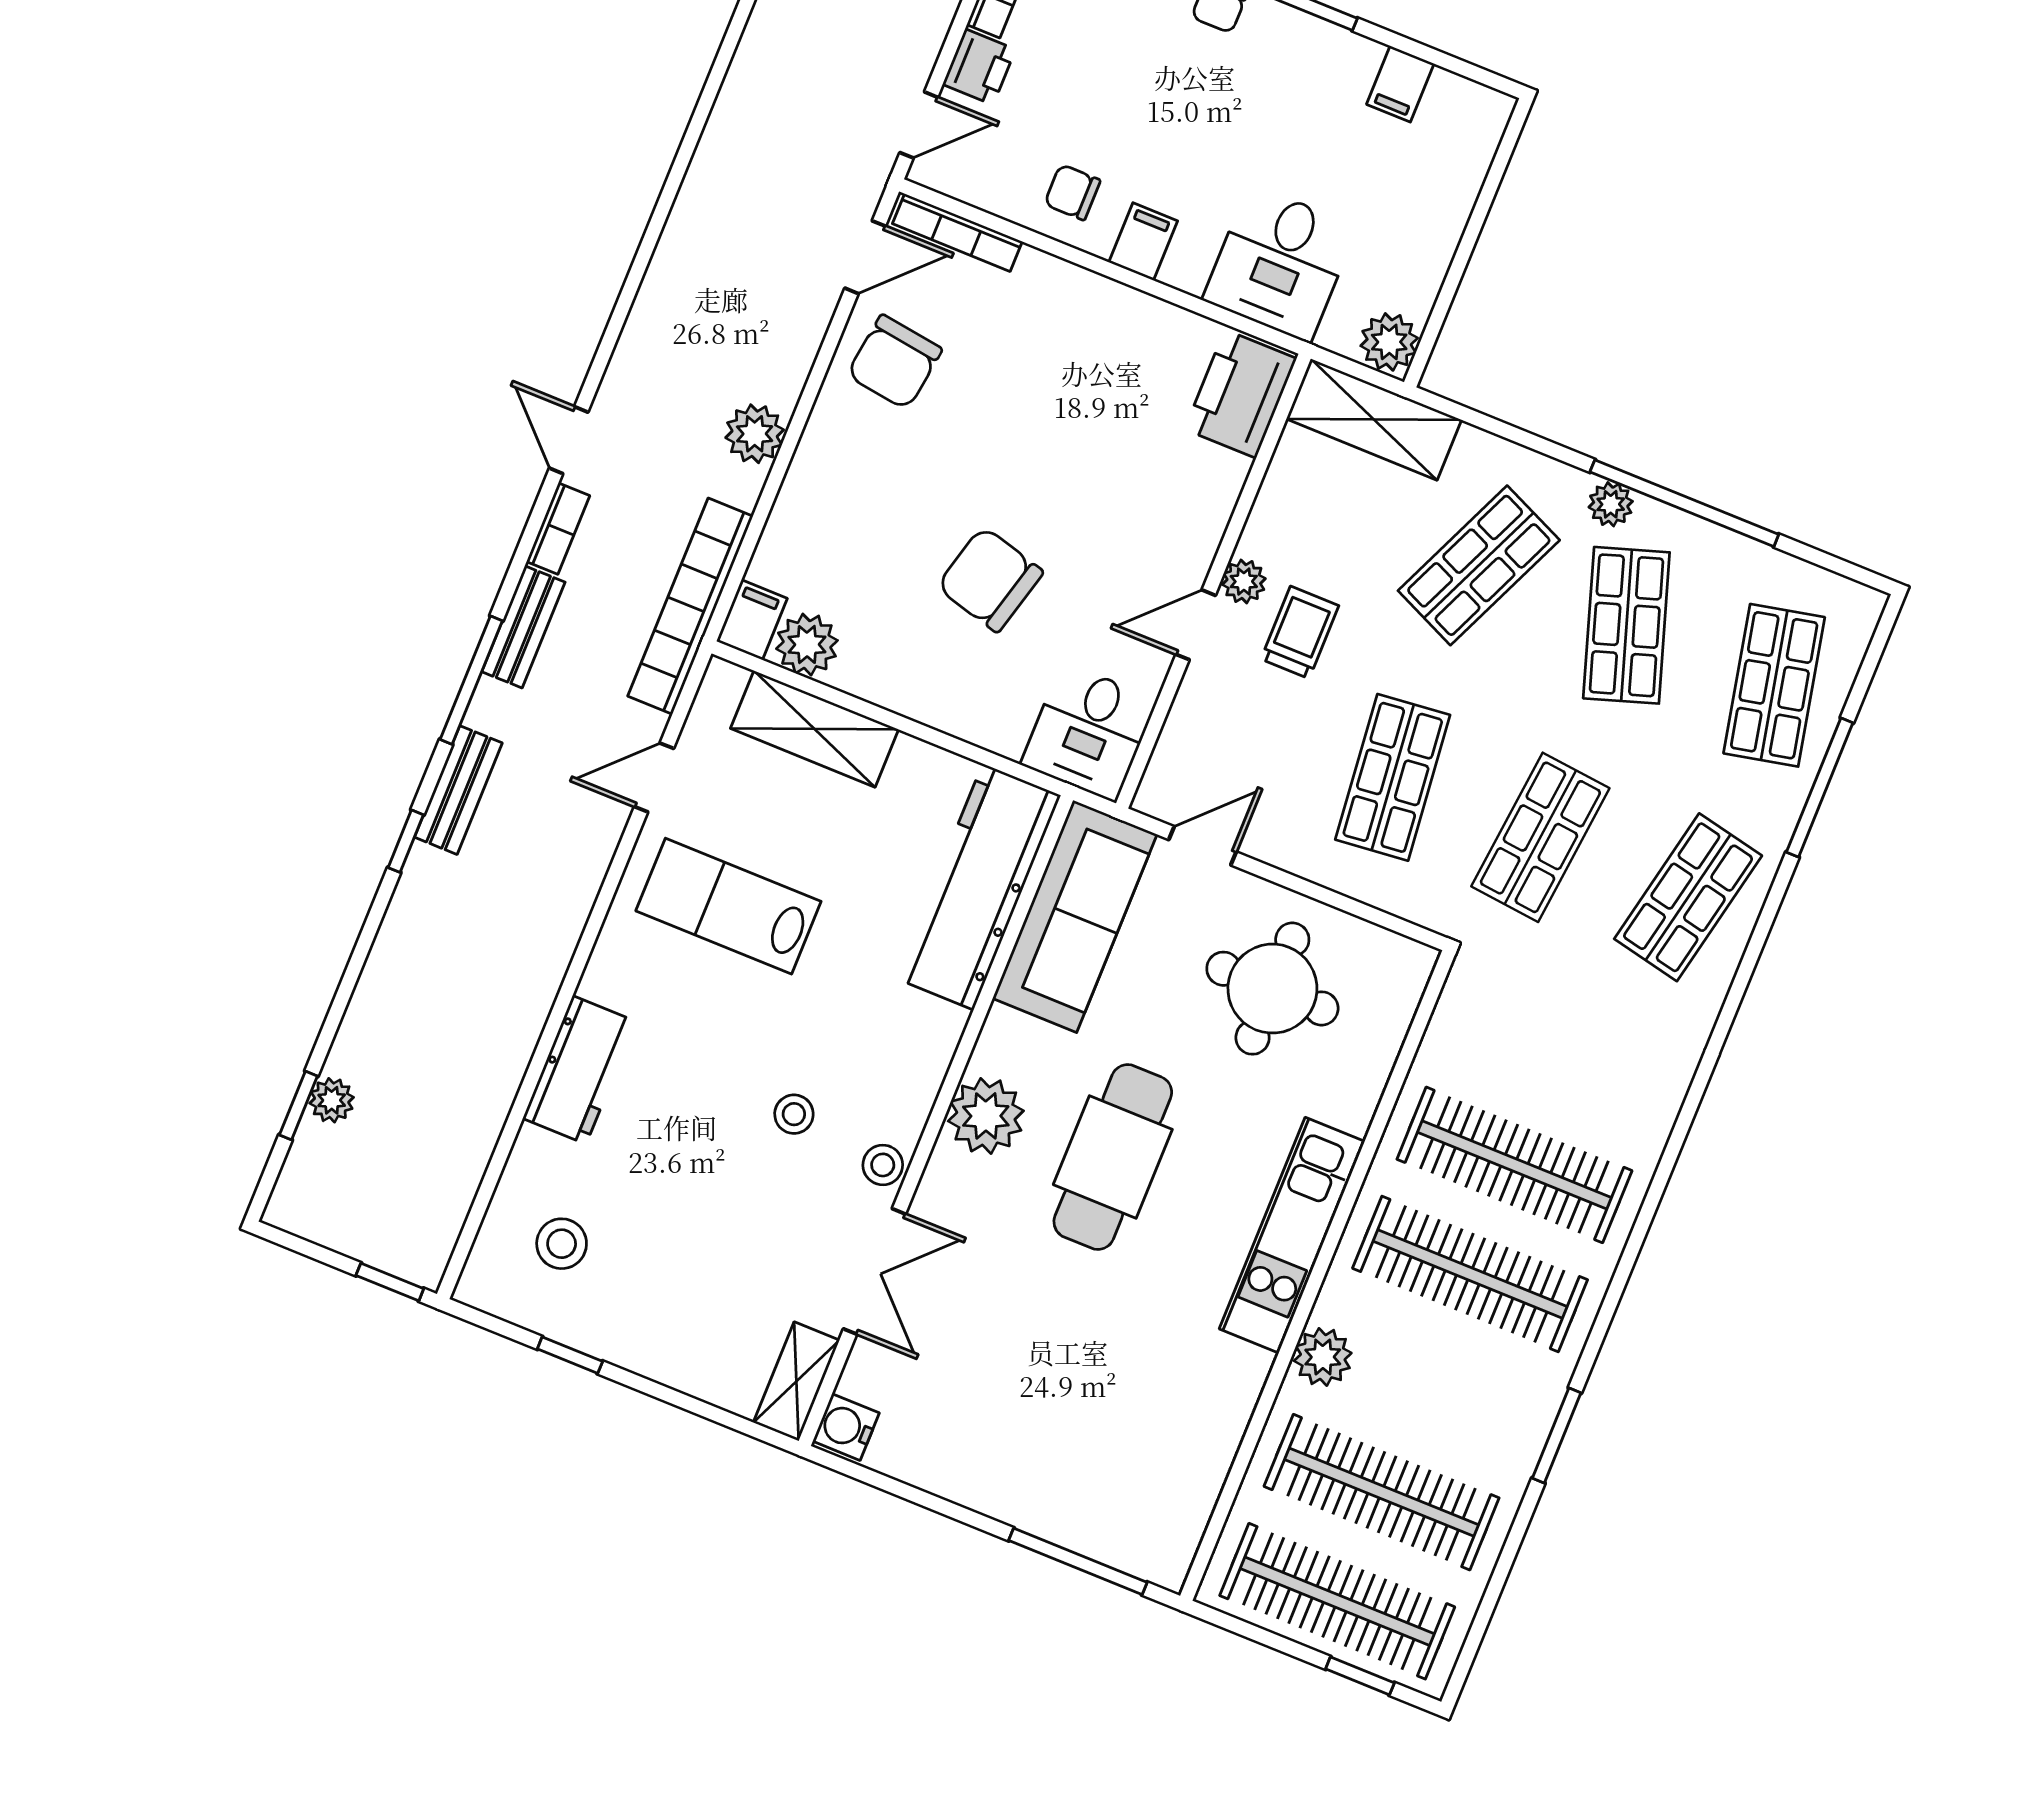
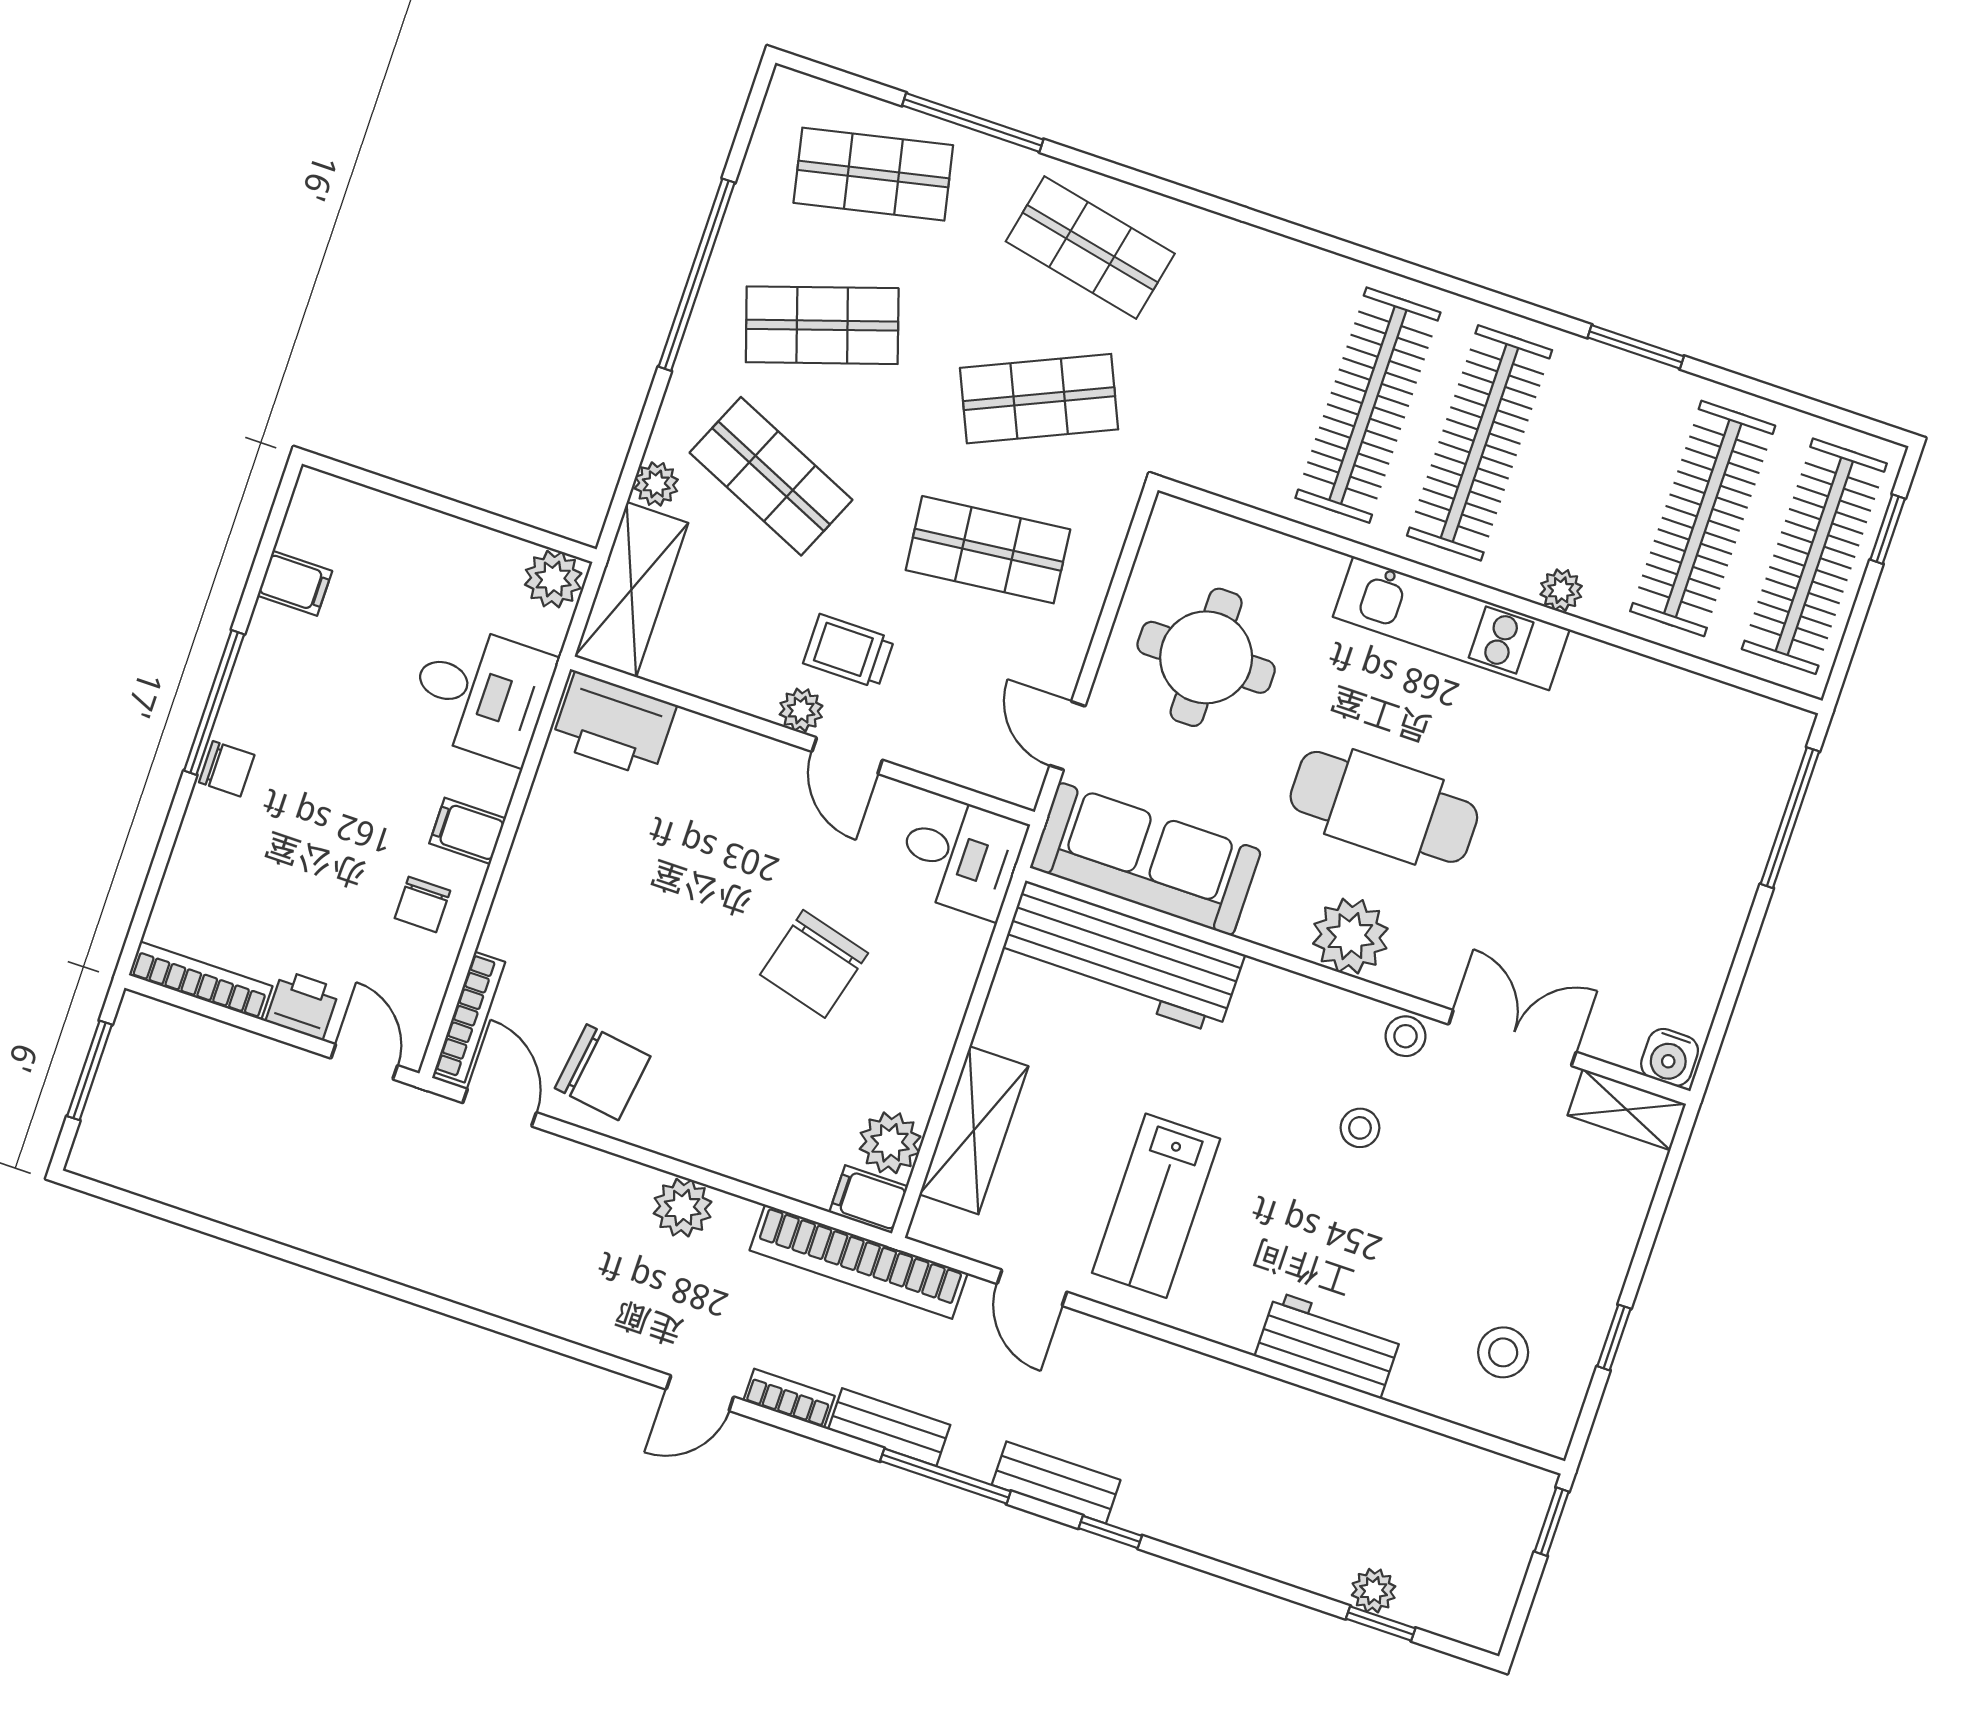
plant: (1611, 504) -> (656, 484), moved
shop shelf: (1540, 837) -> (1039, 399), turned -30
plant: (1323, 1357) -> (1561, 590), width x0.73, depth x0.73

